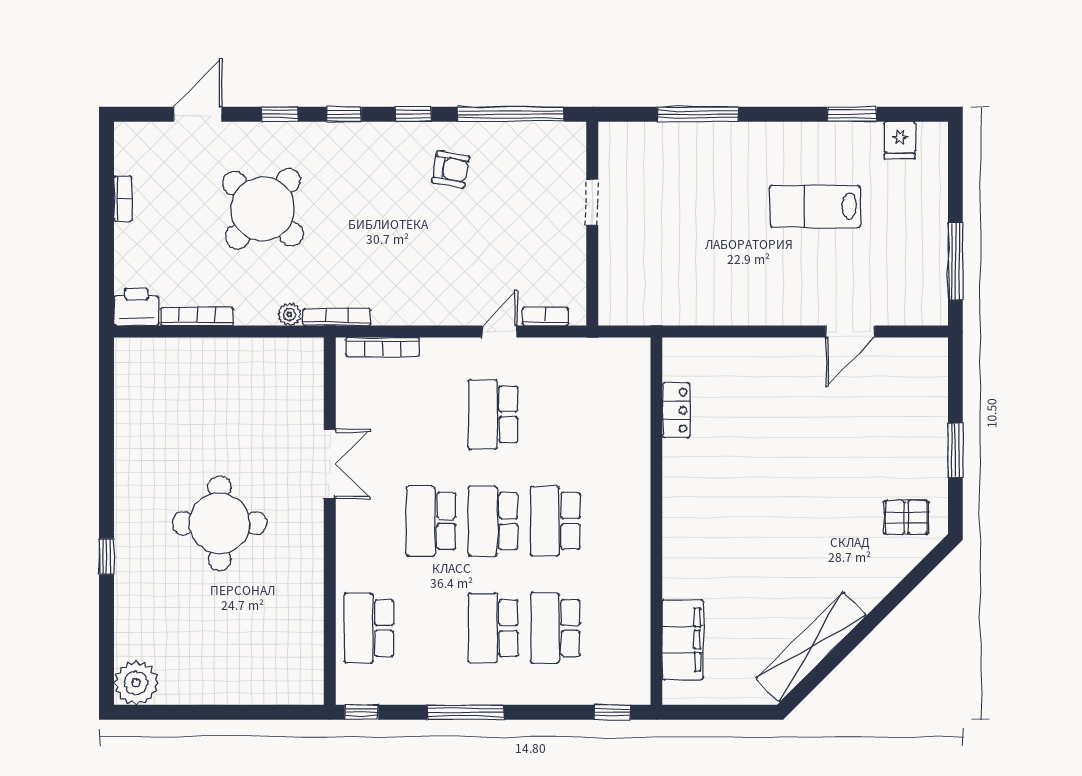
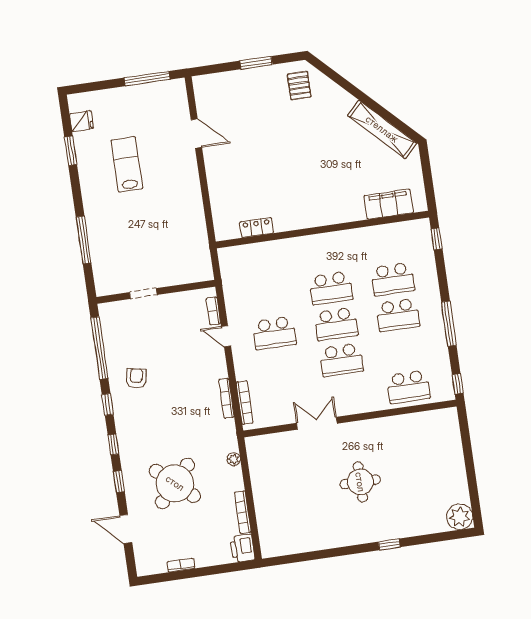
lab bench: (815, 206) -> (127, 164), turned 180
bookcase: (337, 317) -> (226, 398), moved
round table: (220, 523) -> (360, 482), width x0.73, depth x0.73

